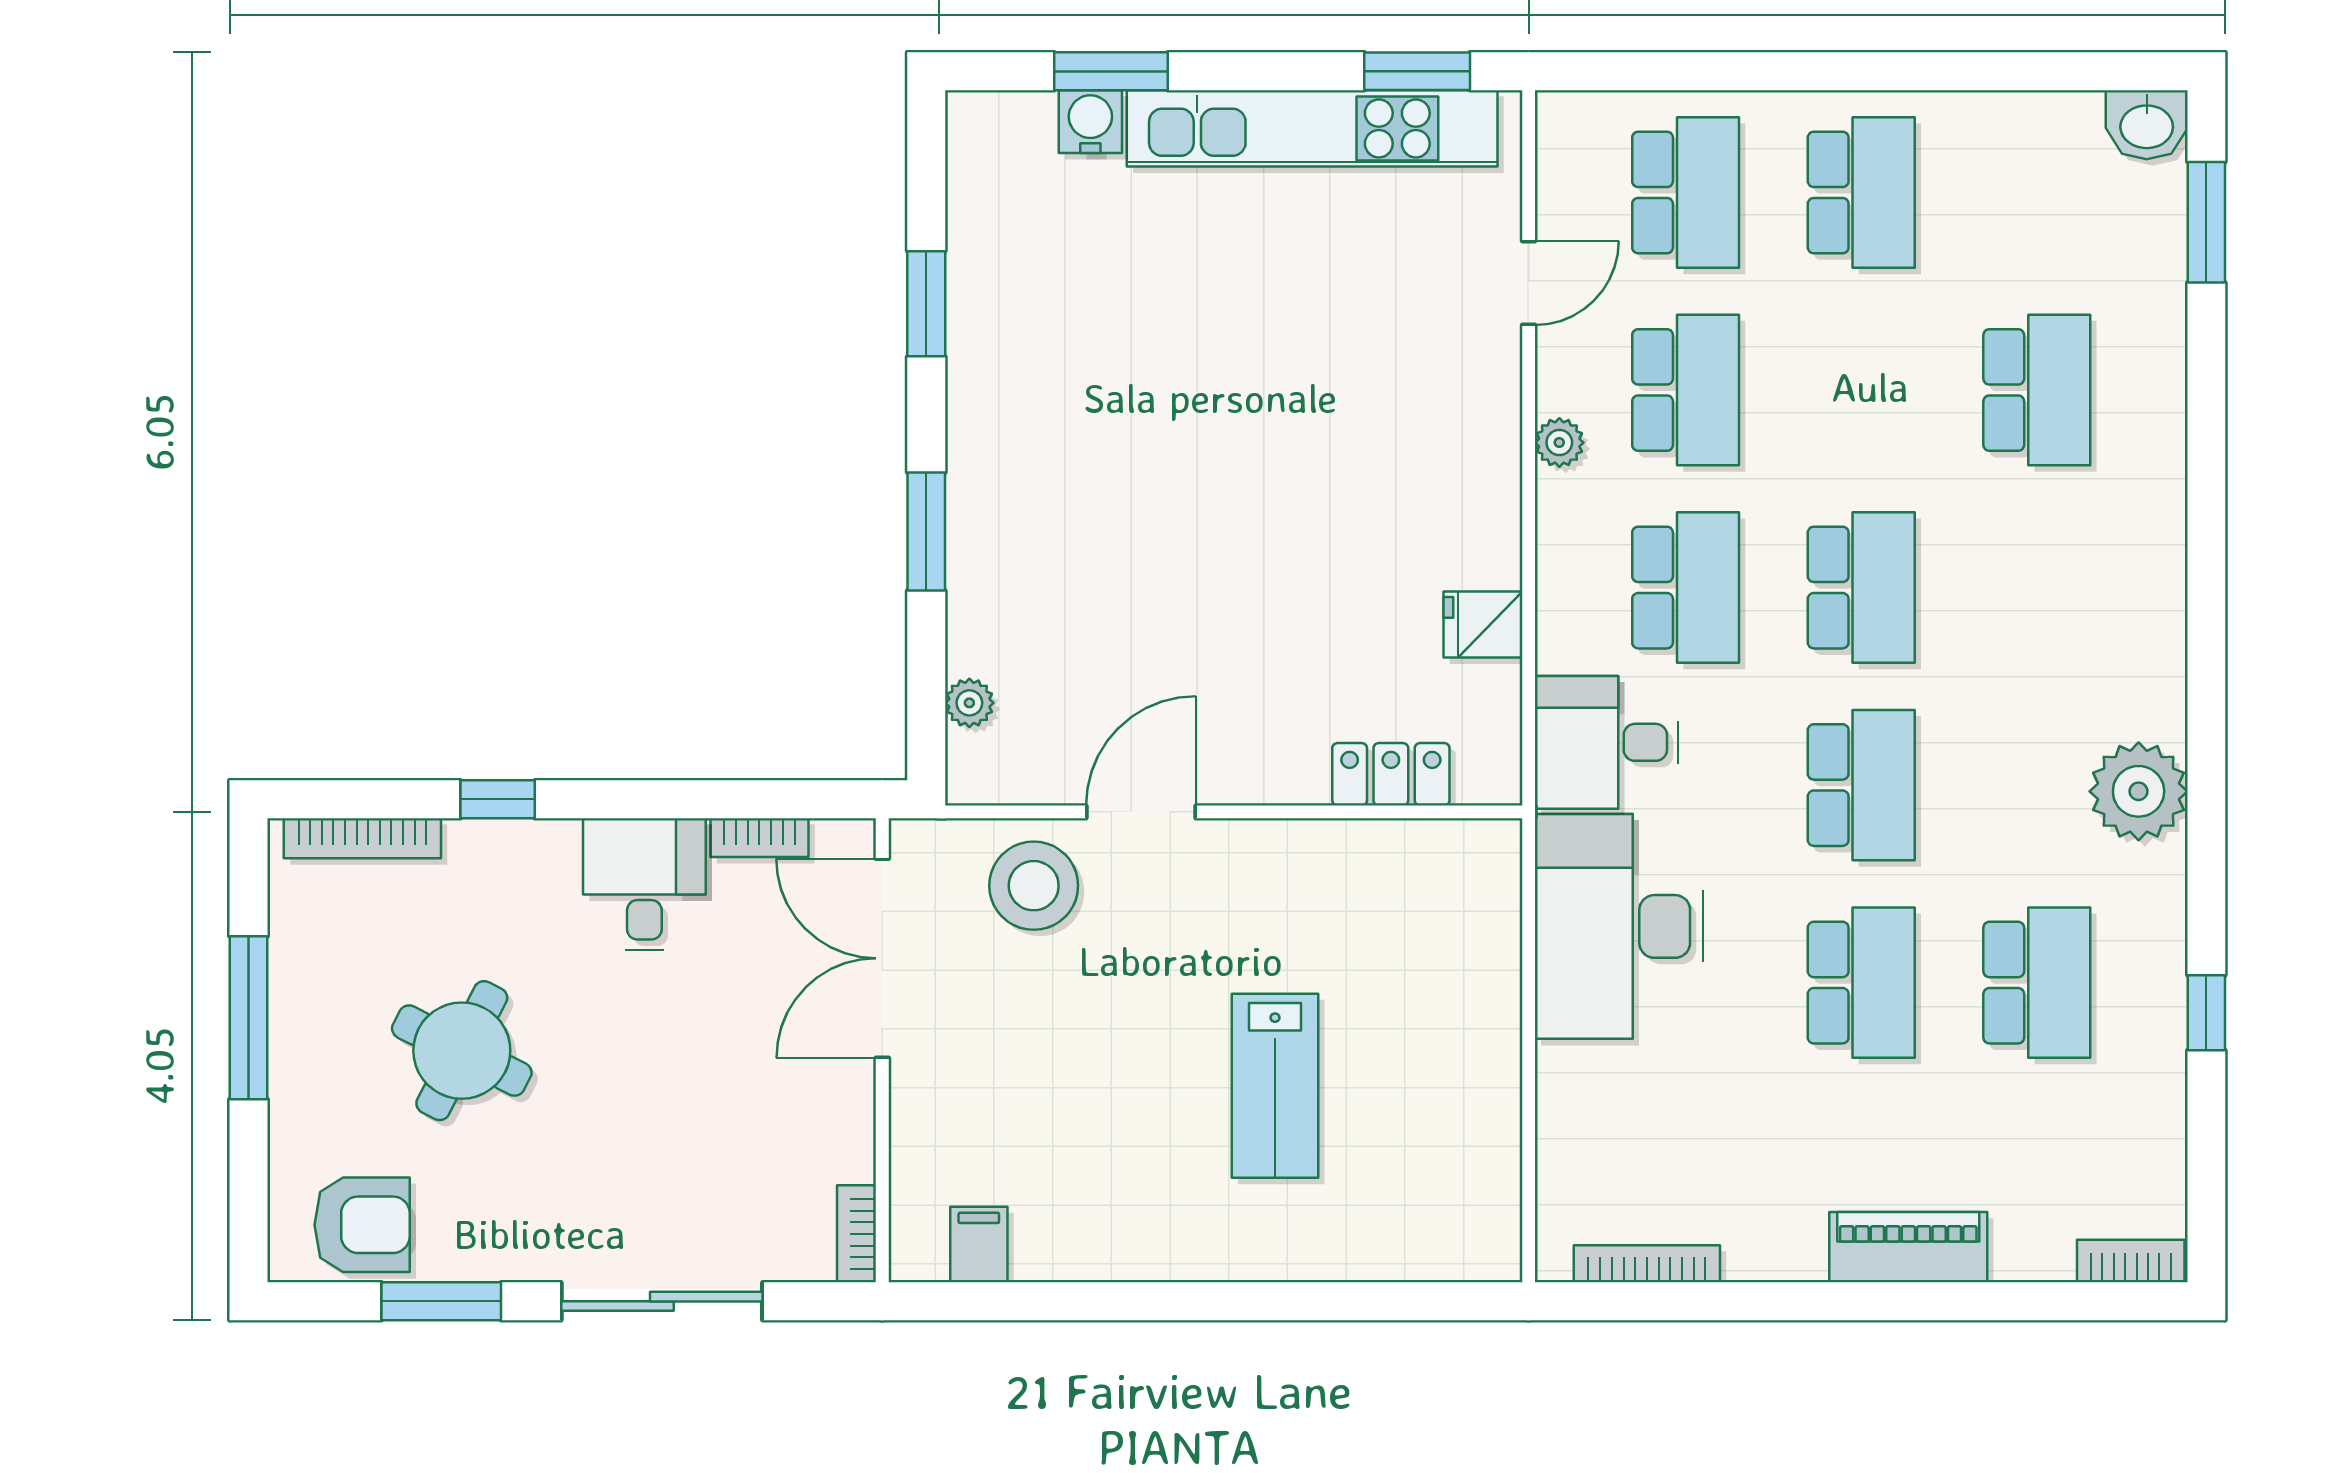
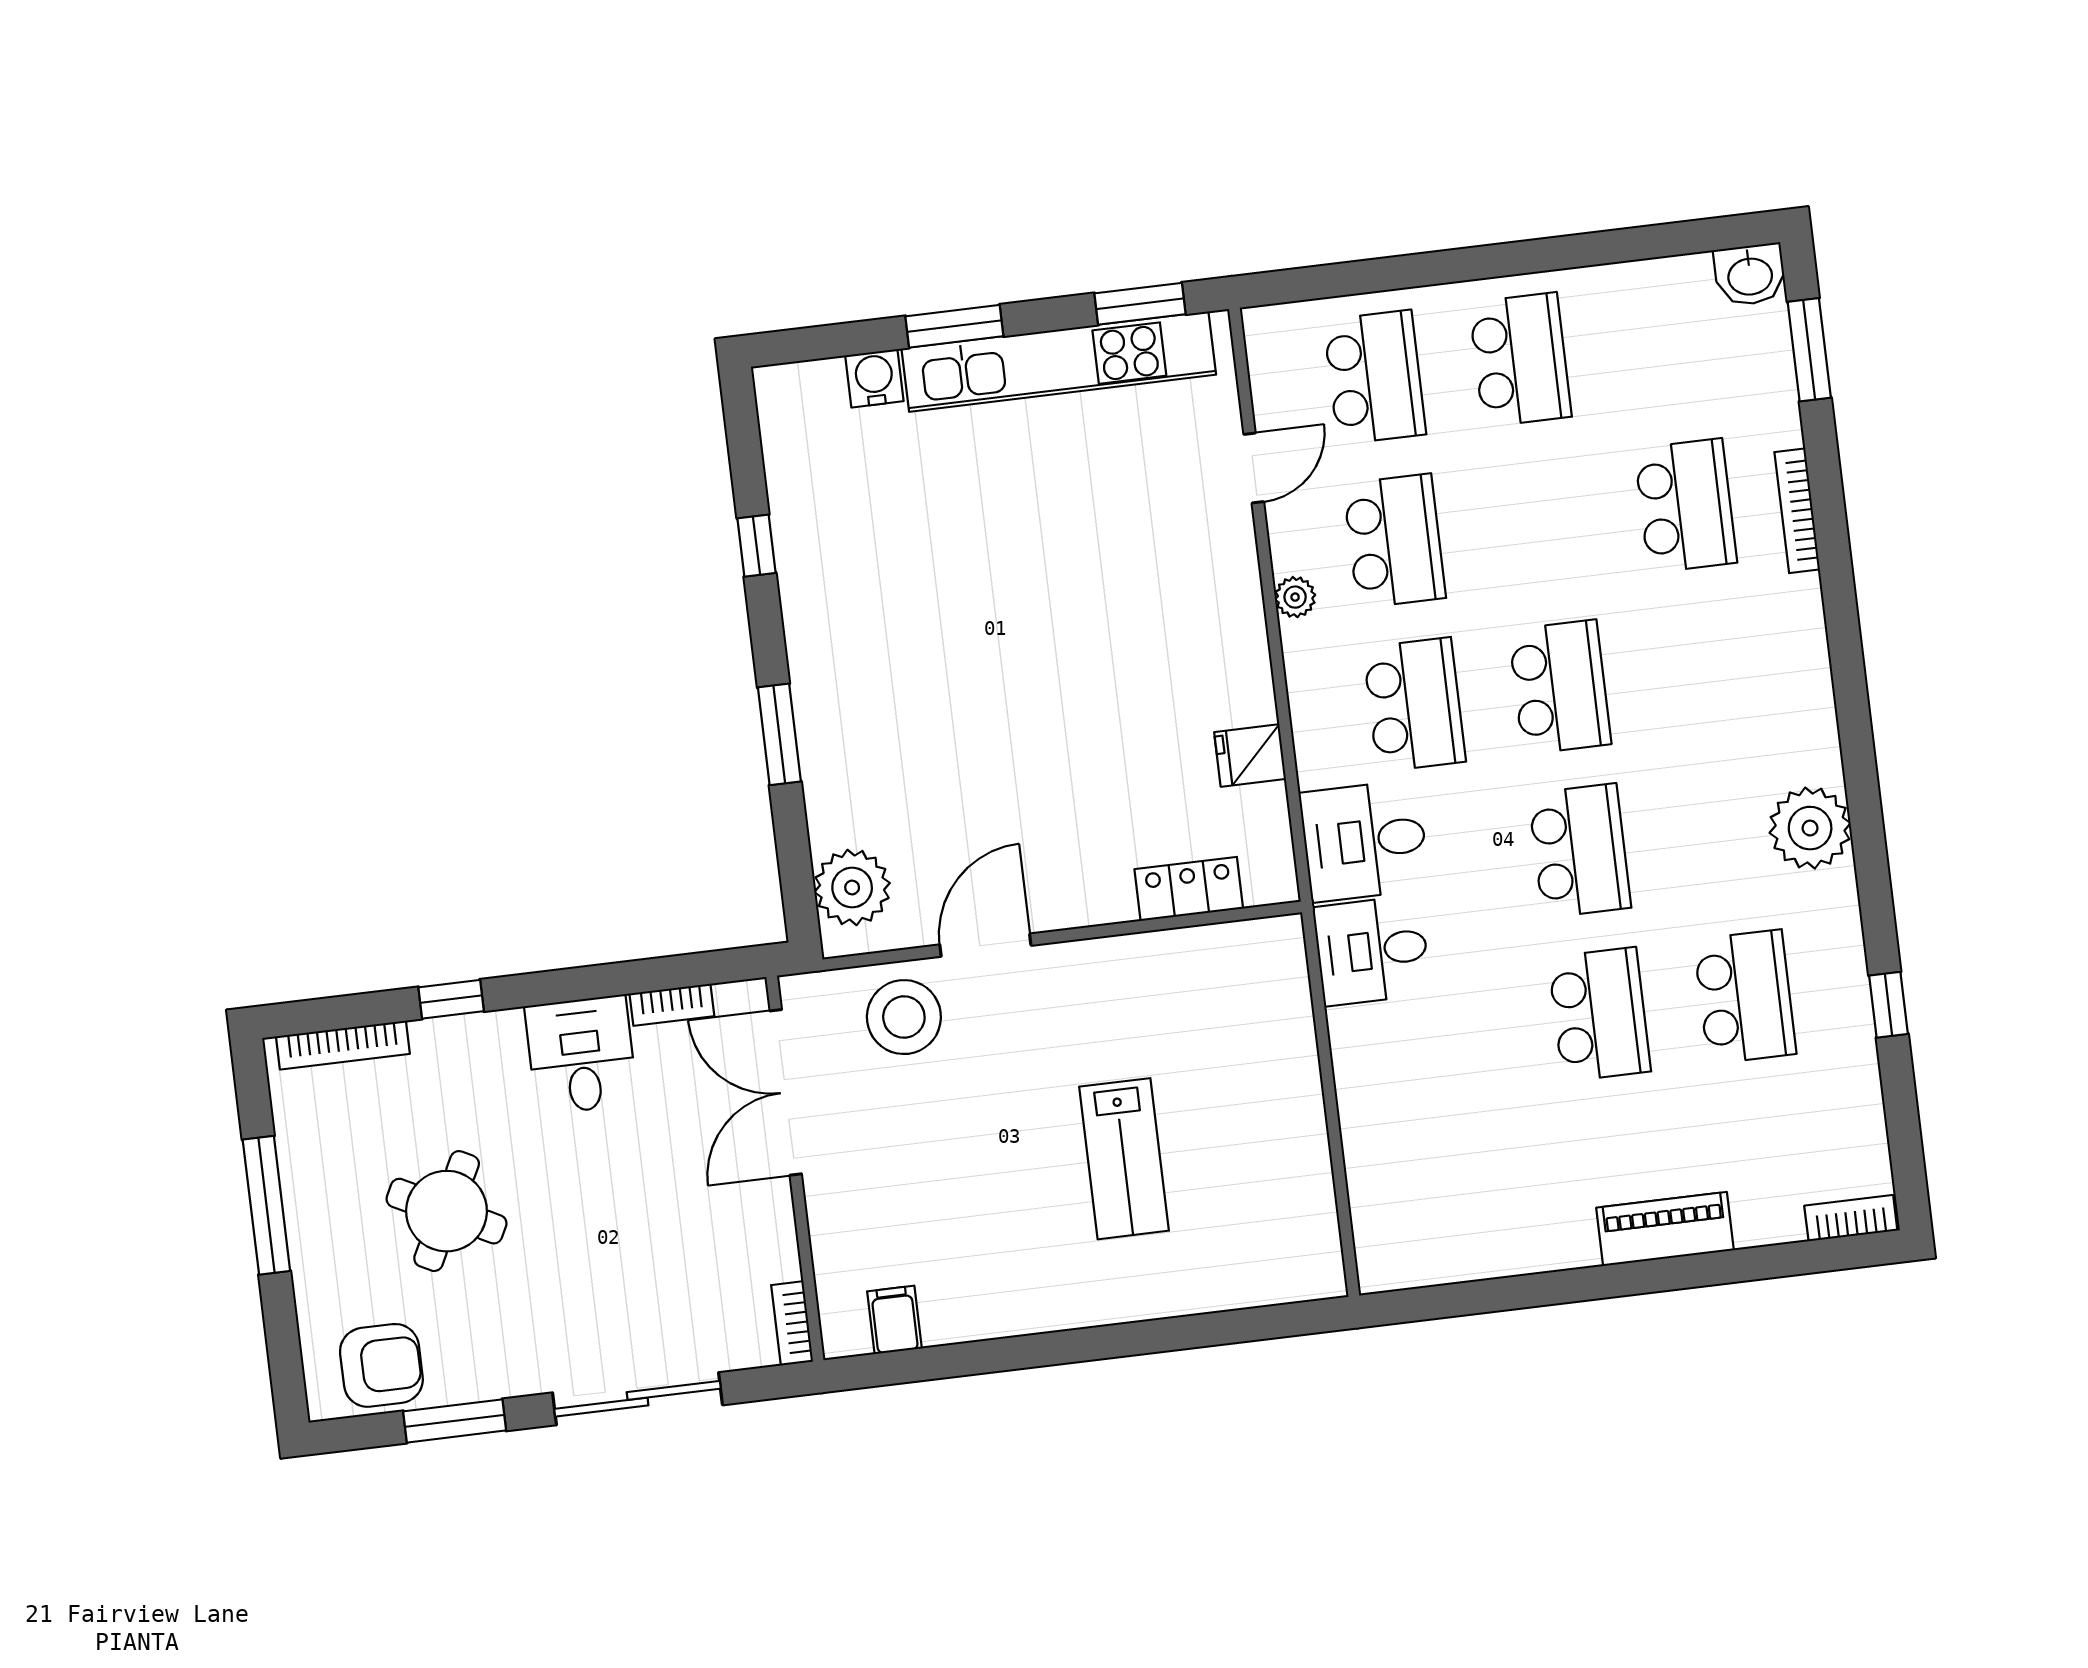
window: (1111, 71) -> (954, 326), moved
window: (926, 304) -> (756, 546), width x0.67
plant: (969, 703) -> (852, 888), width x1.88, depth x1.88
desk: (1619, 926) -> (1372, 951), width x0.53, depth x0.77
bookcase: (1647, 1264) -> (1797, 511), moved, turned -90

